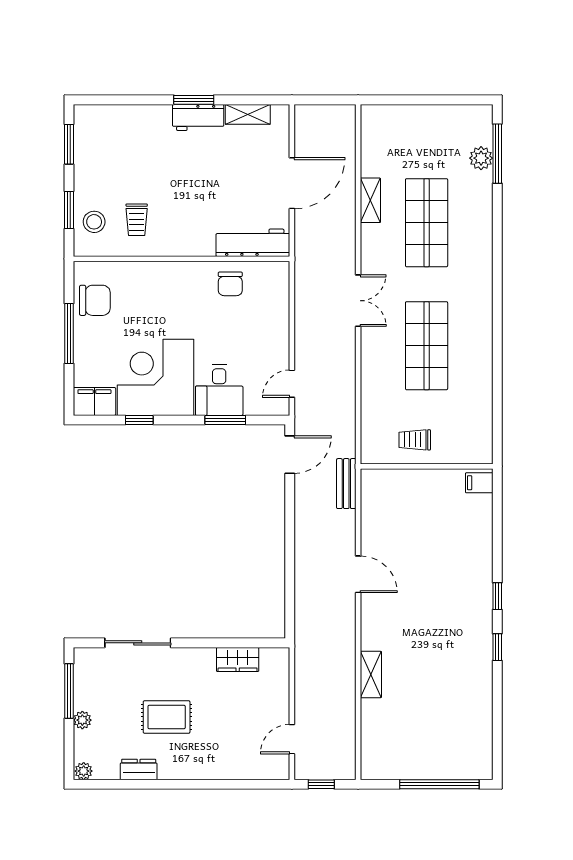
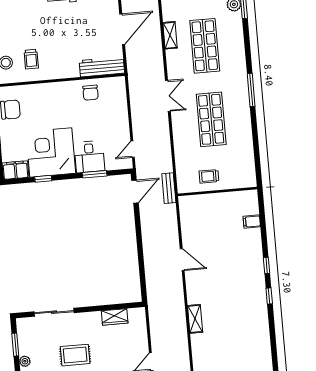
window: (497, 303) -> (251, 90), added
filing cabinet: (479, 483) -> (252, 222), moved
bench: (346, 484) -> (169, 188), moved
window: (69, 691) -> (15, 345), width x0.69

